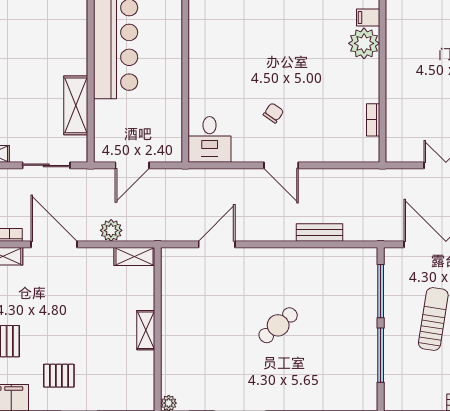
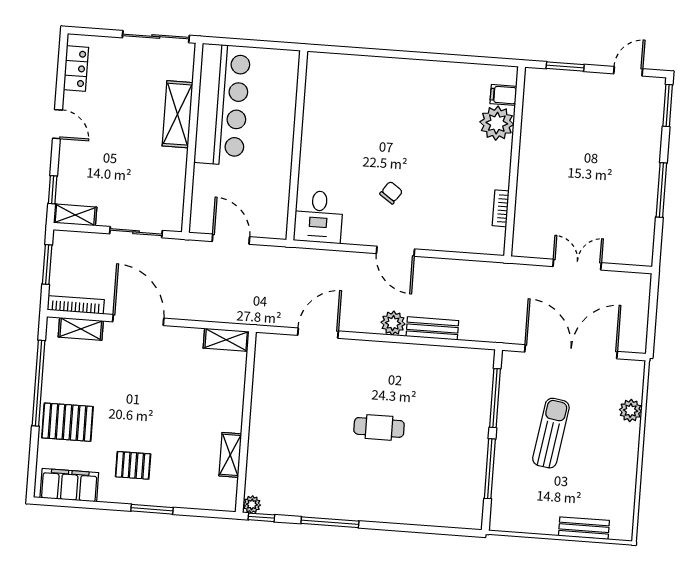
shelving: (76, 105) -> (178, 114), moved
door: (132, 165) -> (231, 239), swing flipped
plant: (111, 230) -> (393, 323), moved
cafe table: (278, 325) -> (379, 427), turned 41
shelving: (146, 330) -> (230, 455), moved

